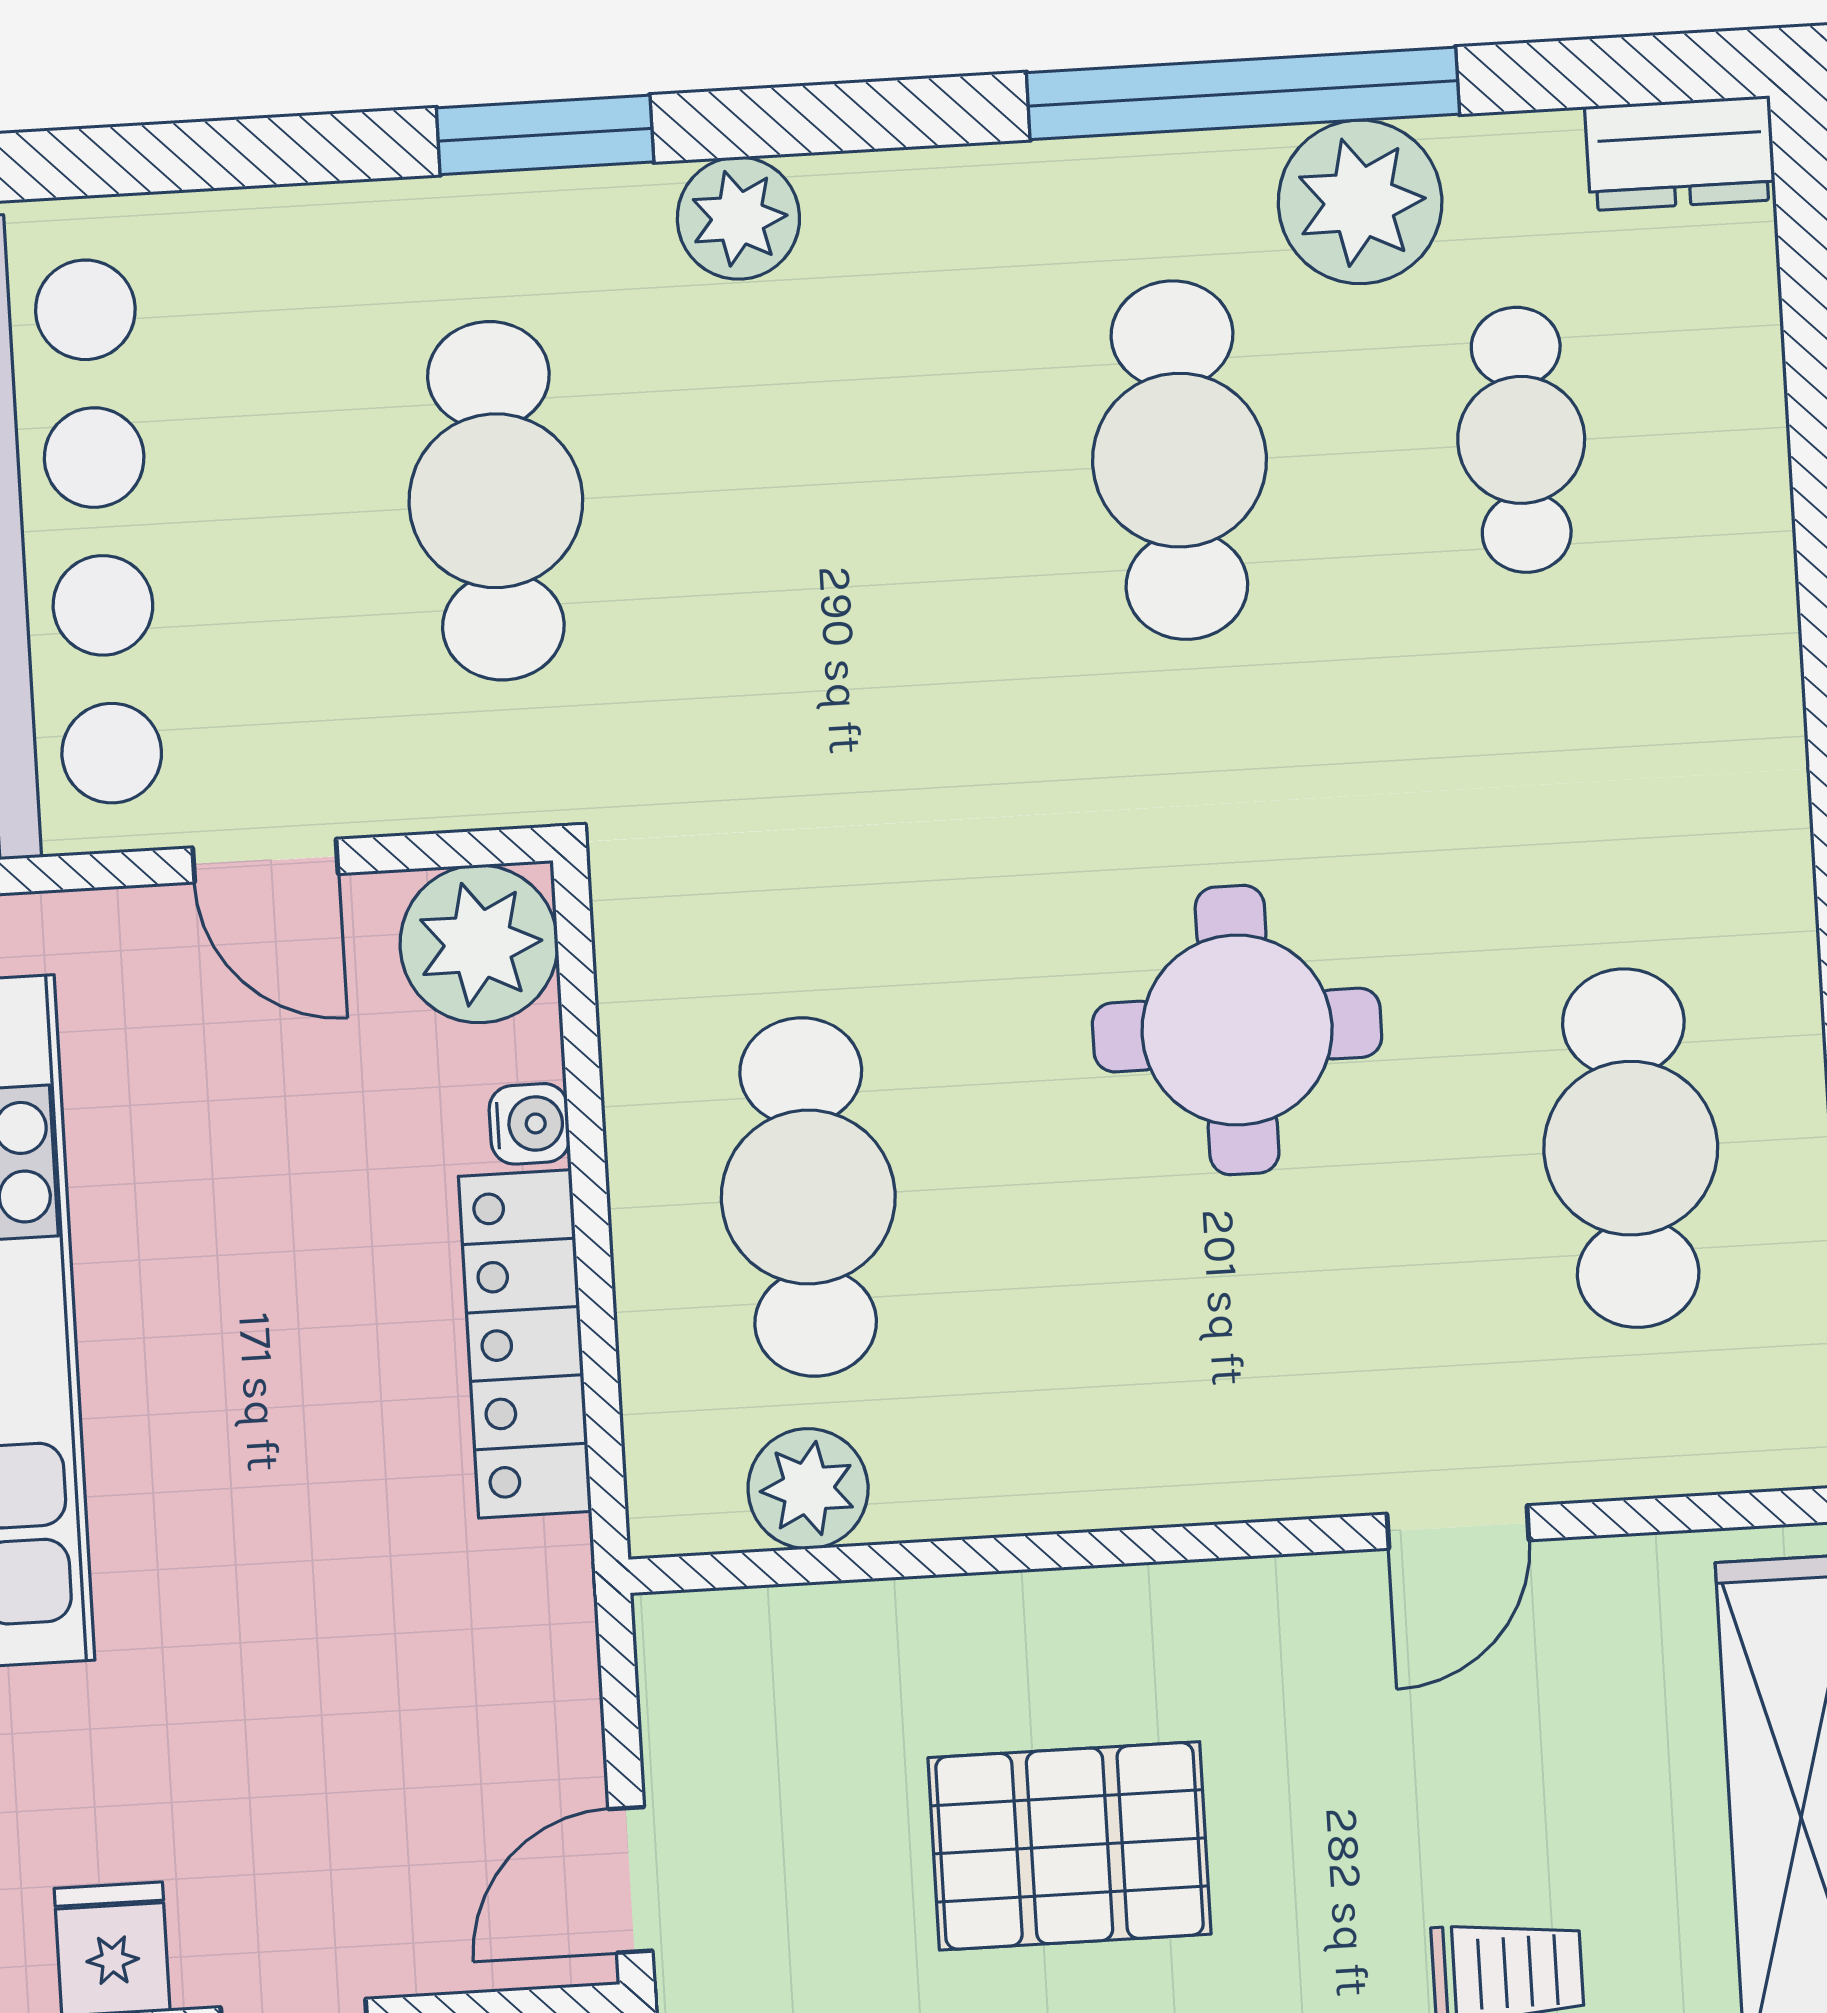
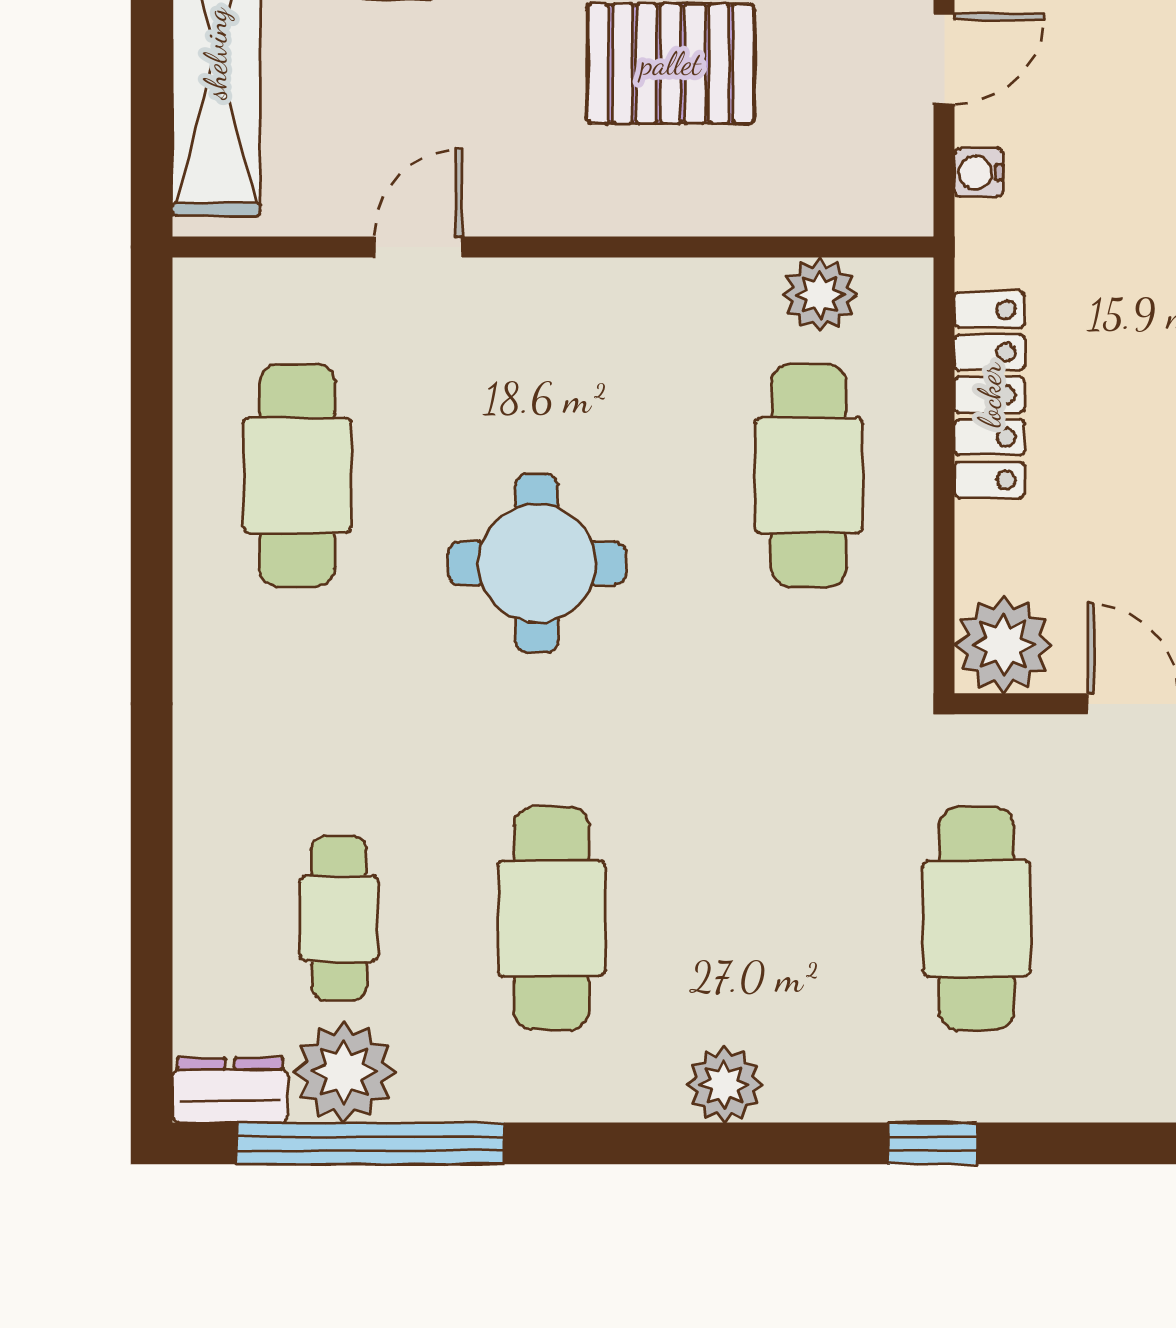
window: (1243, 93) -> (370, 1143), moved
window: (545, 135) -> (933, 1143), width x0.67
plant: (1360, 202) -> (344, 1072), moved
plant: (738, 218) -> (724, 1085), moved
water cooler: (529, 1124) -> (979, 172), moved

